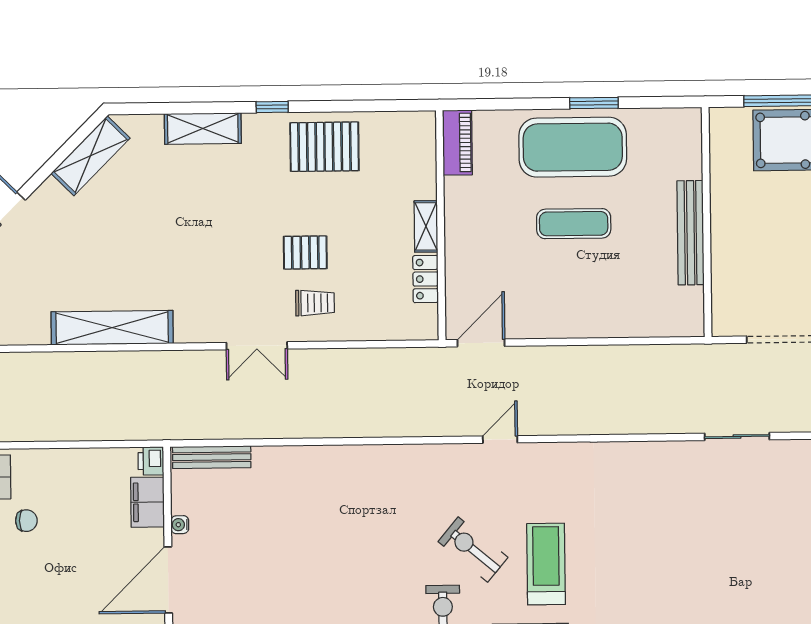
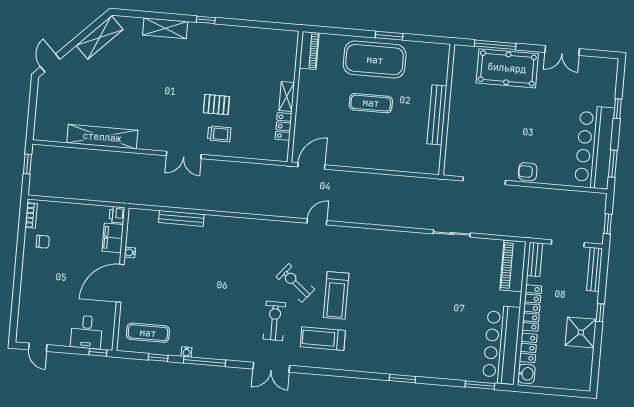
pallet: (324, 147) -> (233, 45), removed
bench: (212, 457) -> (181, 218), moved
treadmill: (546, 564) -> (336, 295), turned 180

